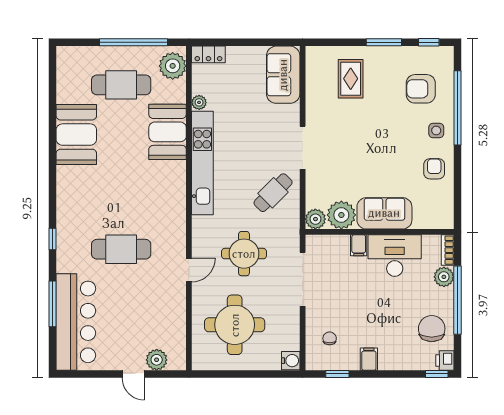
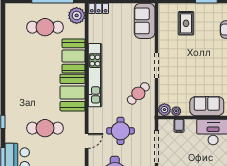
plant: (199, 102) -> (93, 38), removed
booth: (76, 135) -> (73, 93), moved
plant: (341, 215) -> (176, 111), width x0.53, depth x0.53
filing cabinet: (359, 245) -> (179, 126), moved

